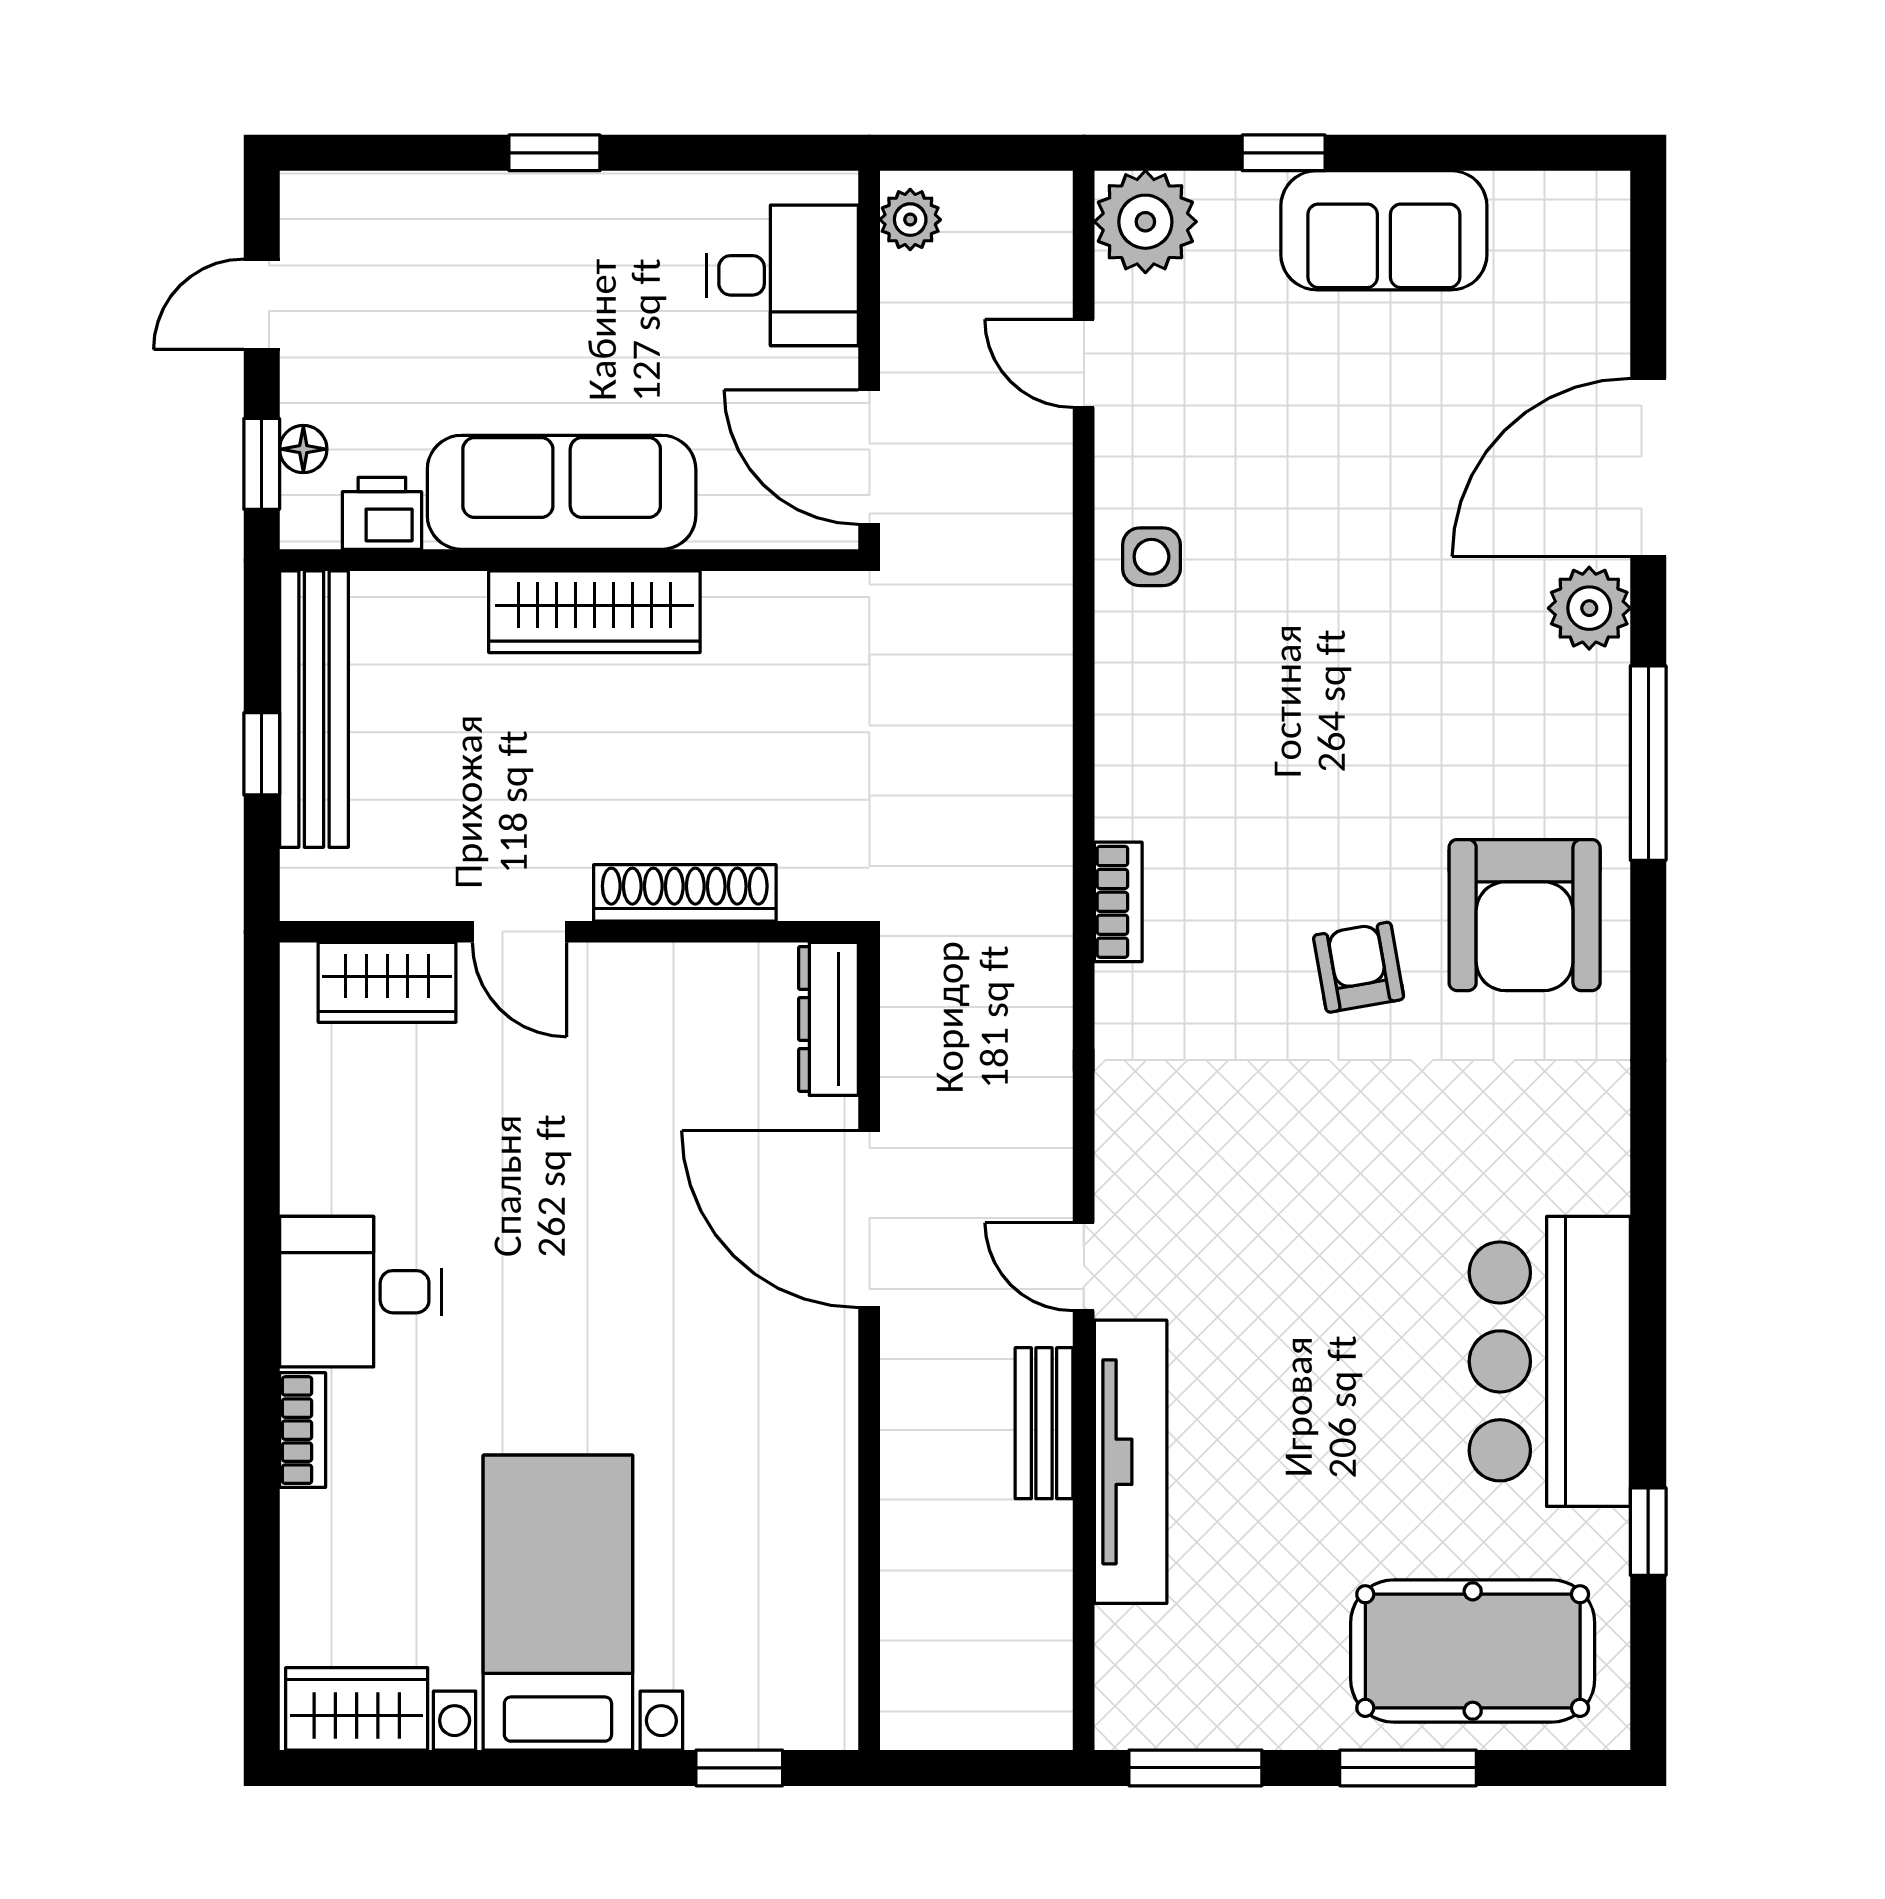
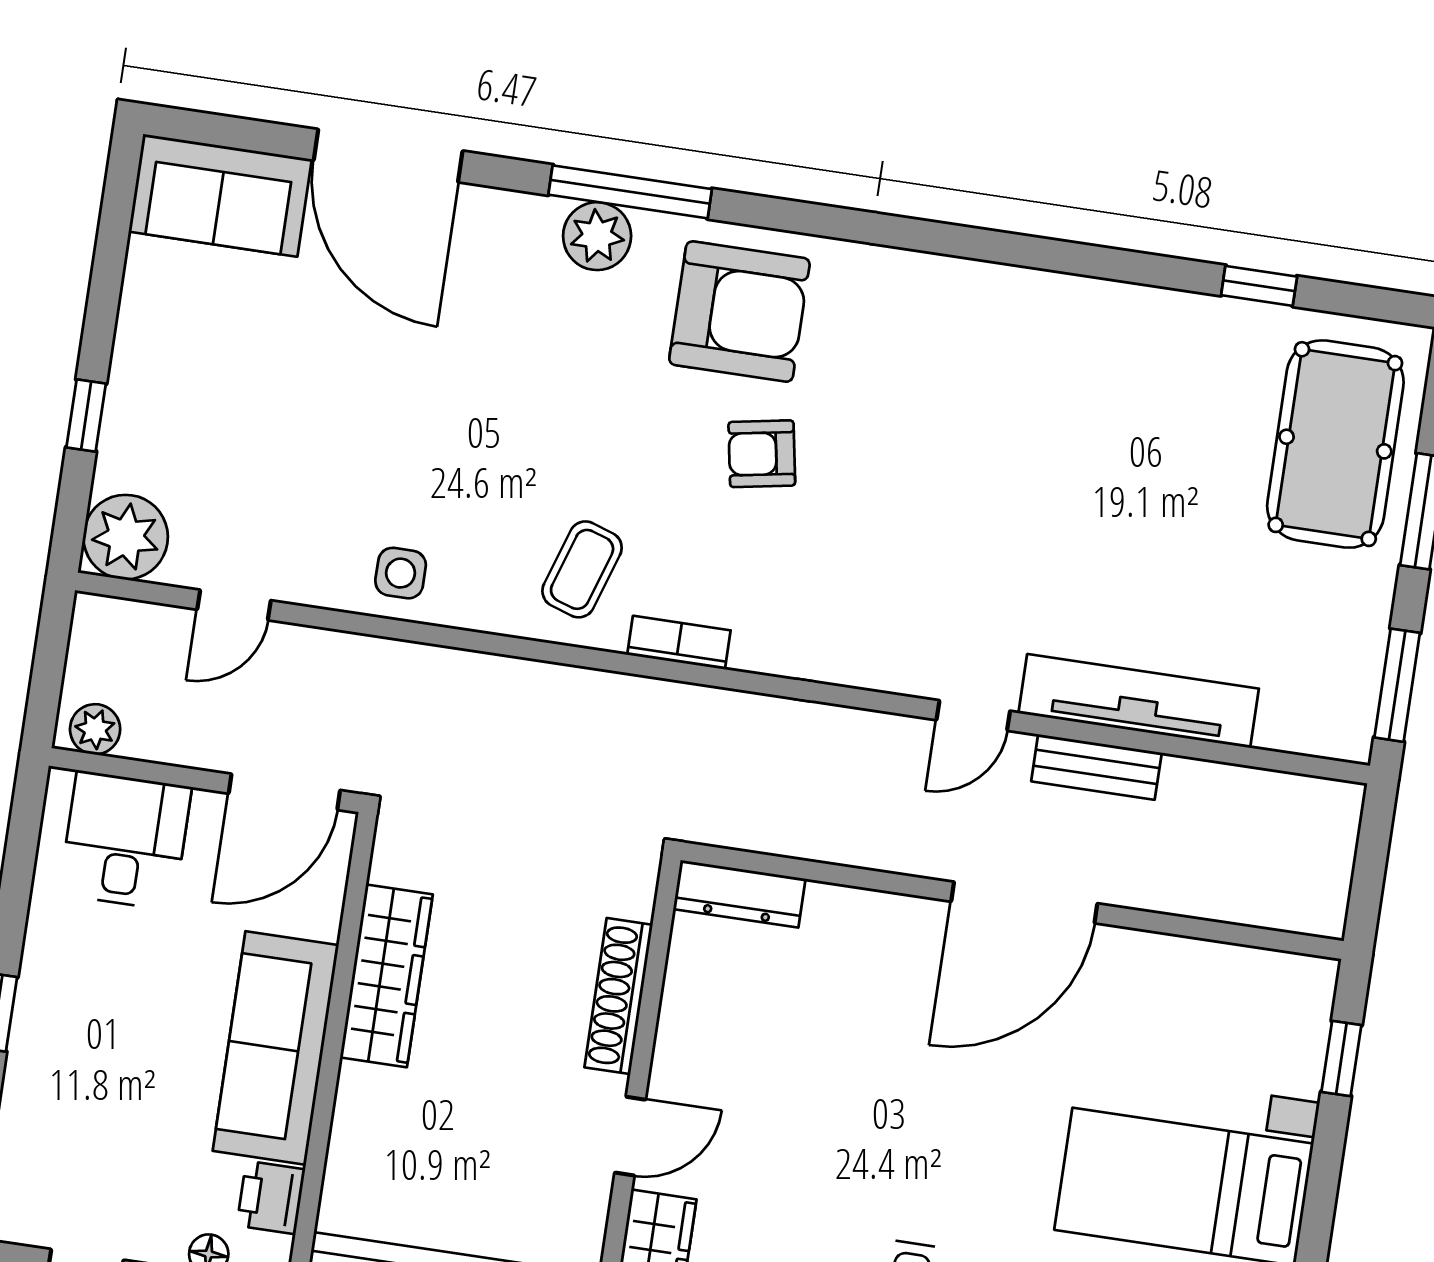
sofa: (1384, 230) -> (220, 195), moved, turned 90
plant: (1589, 608) -> (597, 236), moved
wardrobe: (594, 612) -> (386, 976), moved
coffee table: (1188, 773) -> (582, 569), added
door: (869, 1219) -> (1024, 902), moved
bar counter: (1550, 1361) -> (1108, 346), removed

